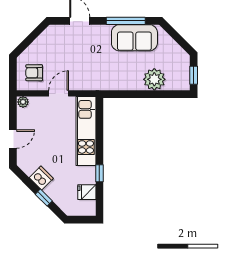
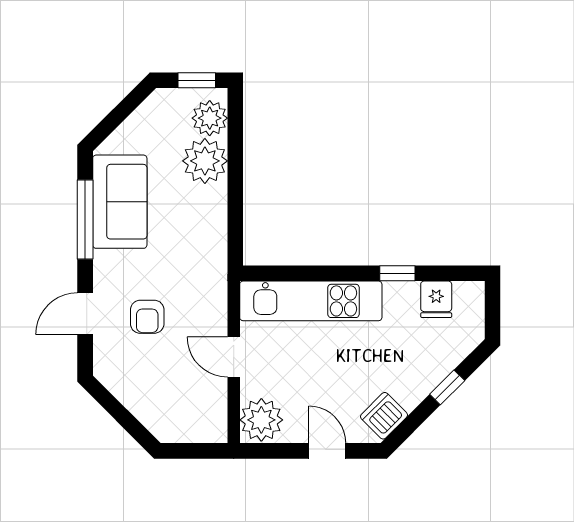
armchair: (34, 73) -> (147, 317), moved
plant: (175, 82) -> (210, 118), added
plant: (23, 102) -> (261, 420), width x1.88, depth x1.88
dishwasher: (41, 178) -> (384, 416), moved

